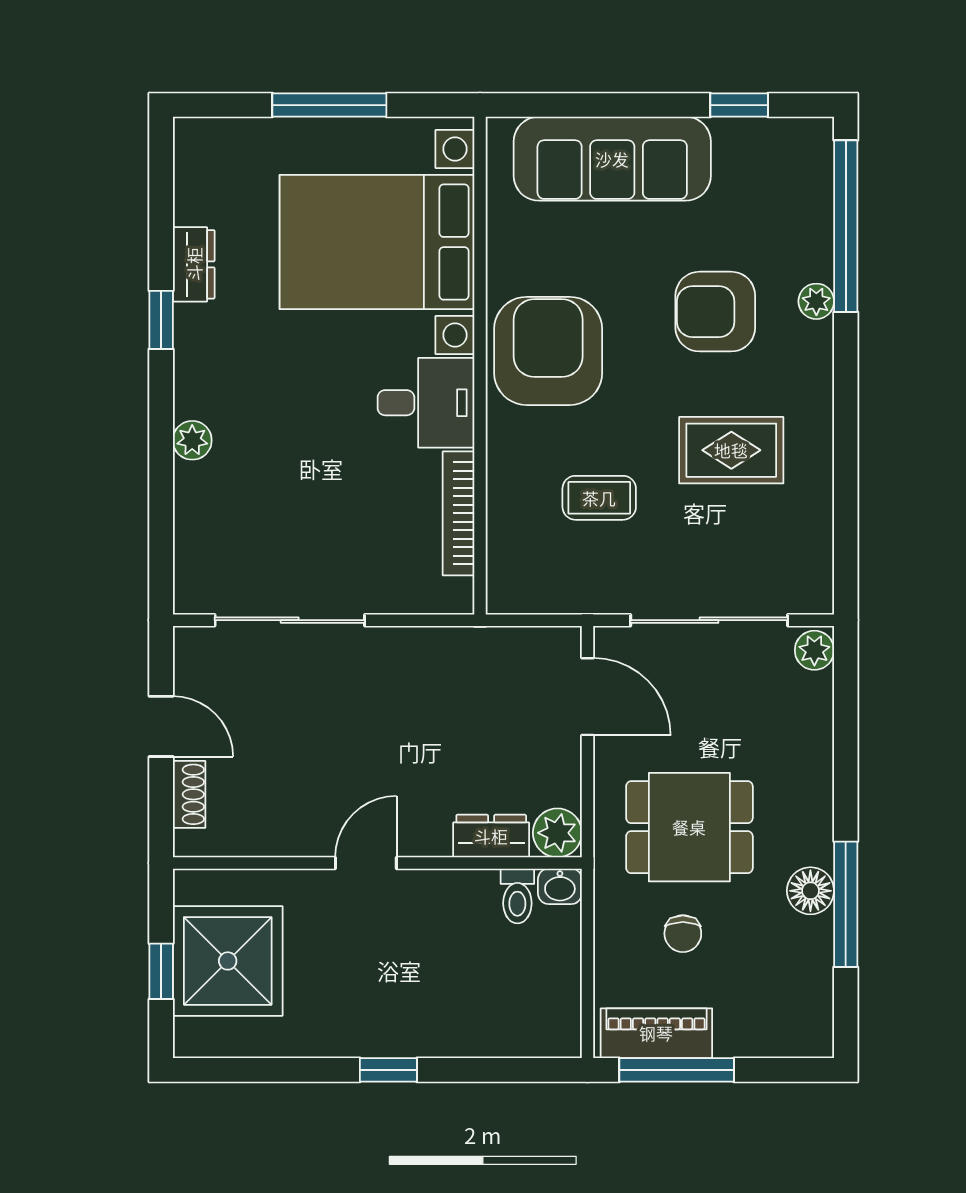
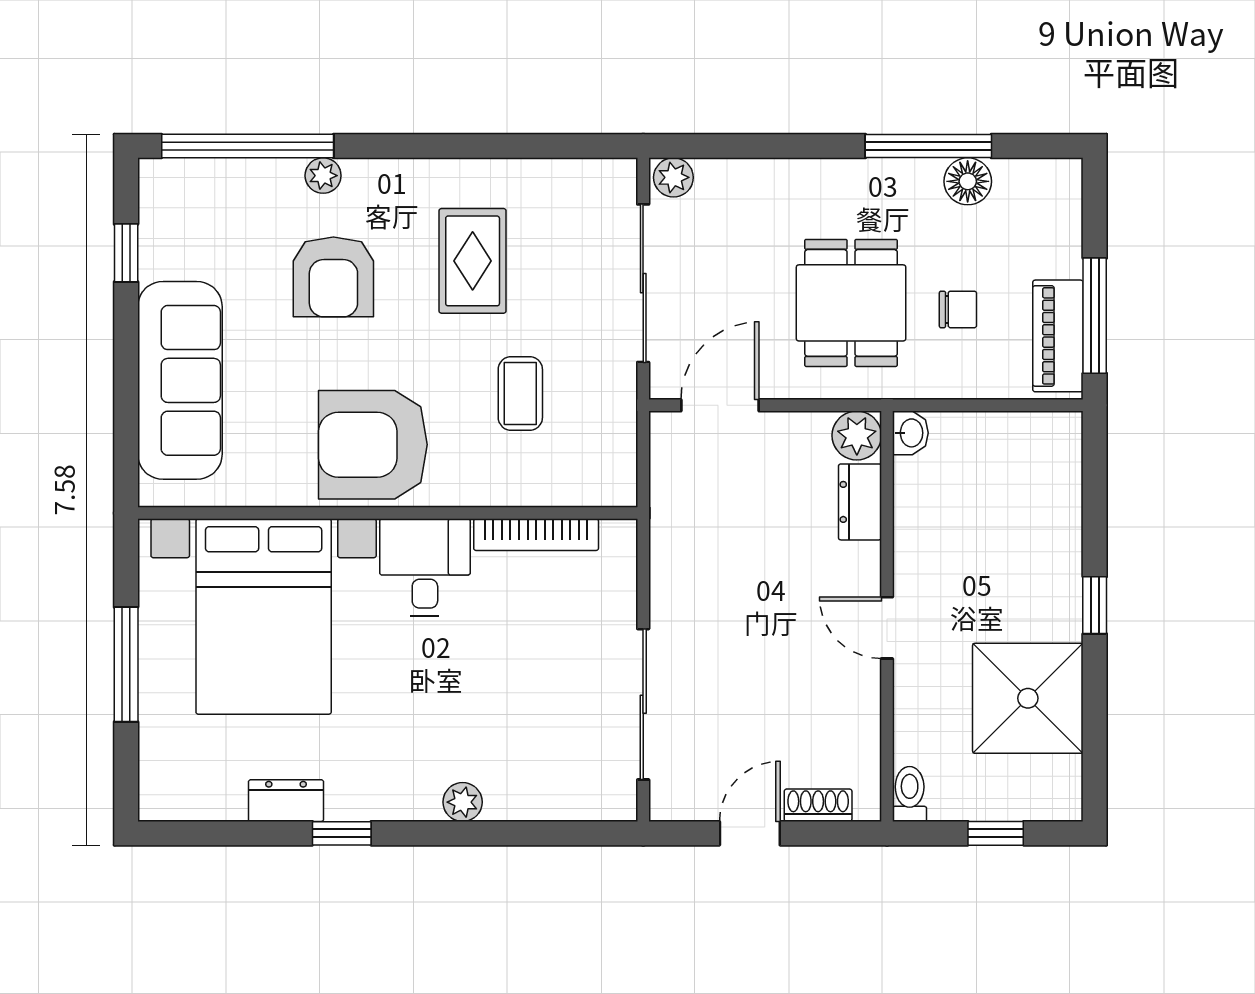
floor lamp: (810, 891) -> (968, 181), moved
toilet: (517, 896) -> (910, 794), moved, turned -90
shower: (228, 961) -> (1028, 698), moved

